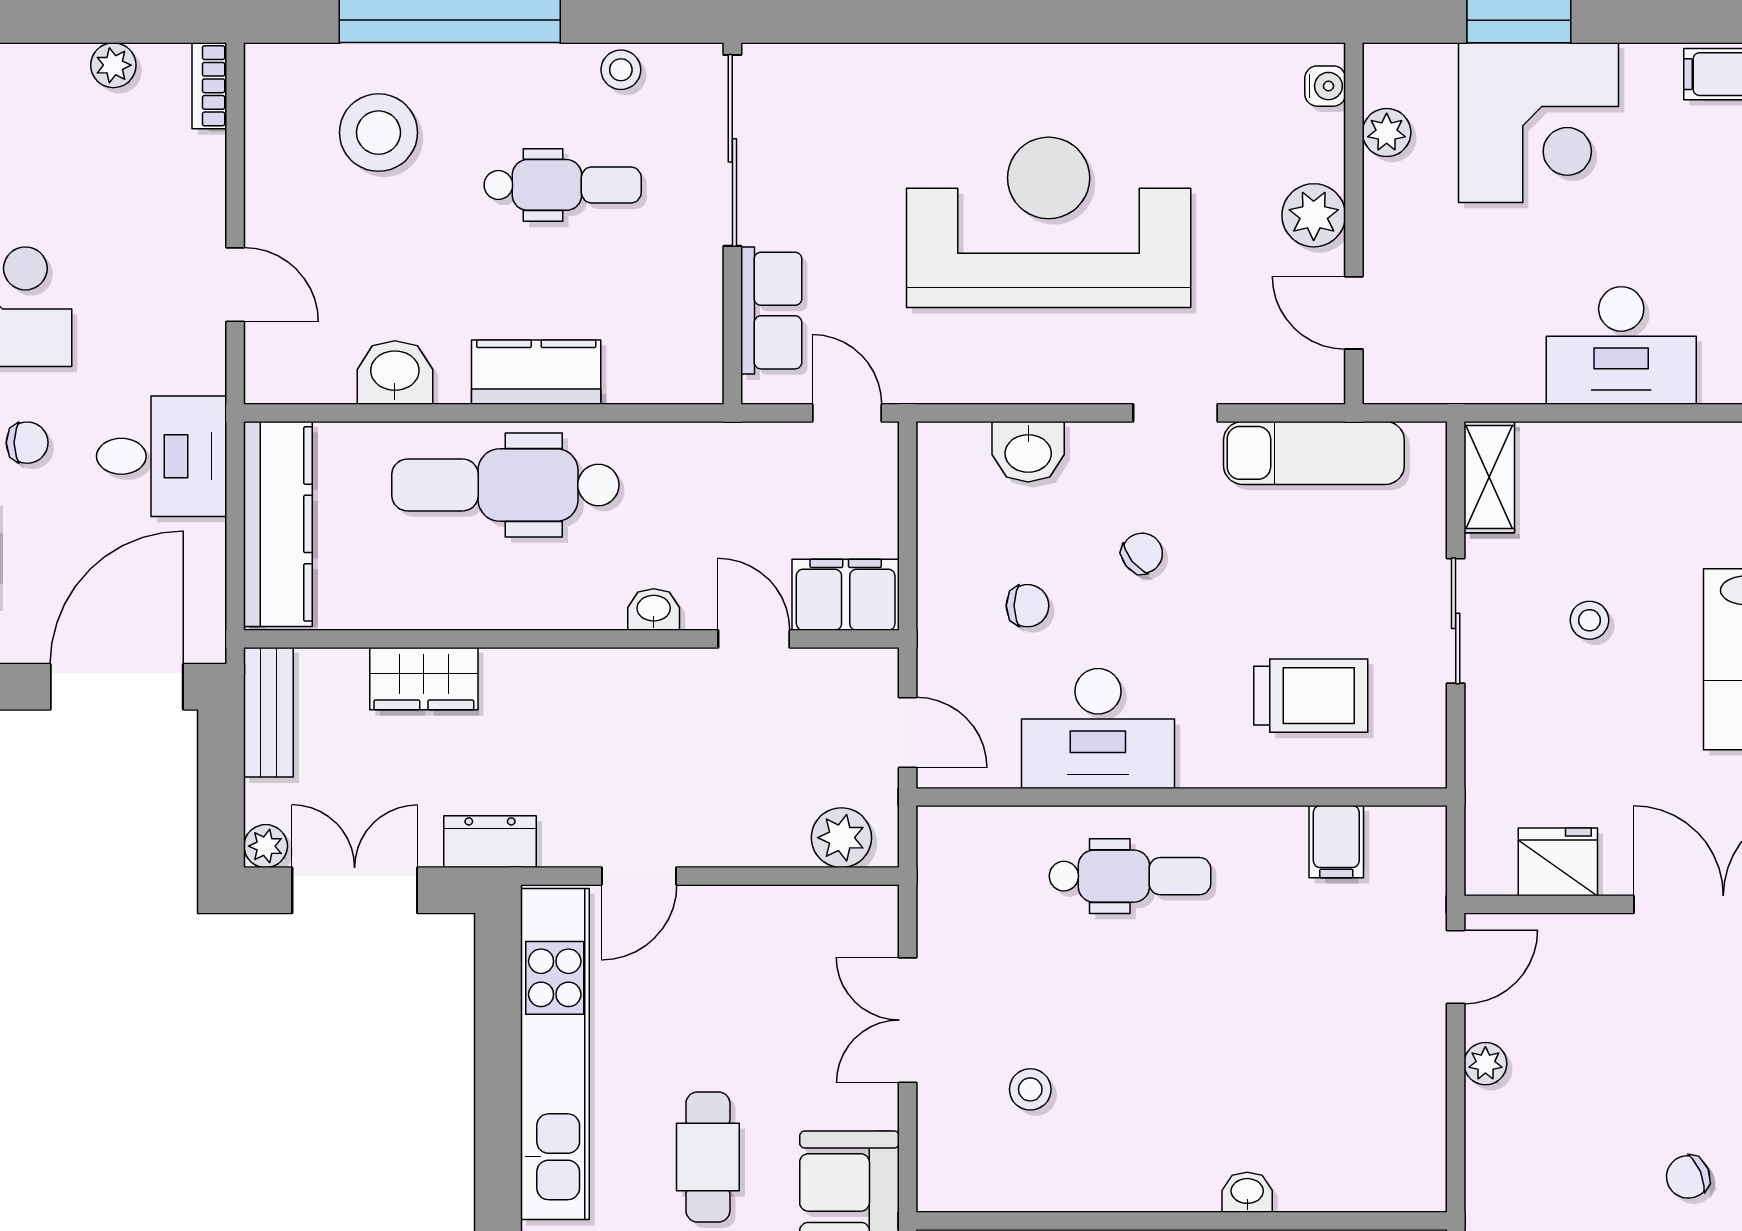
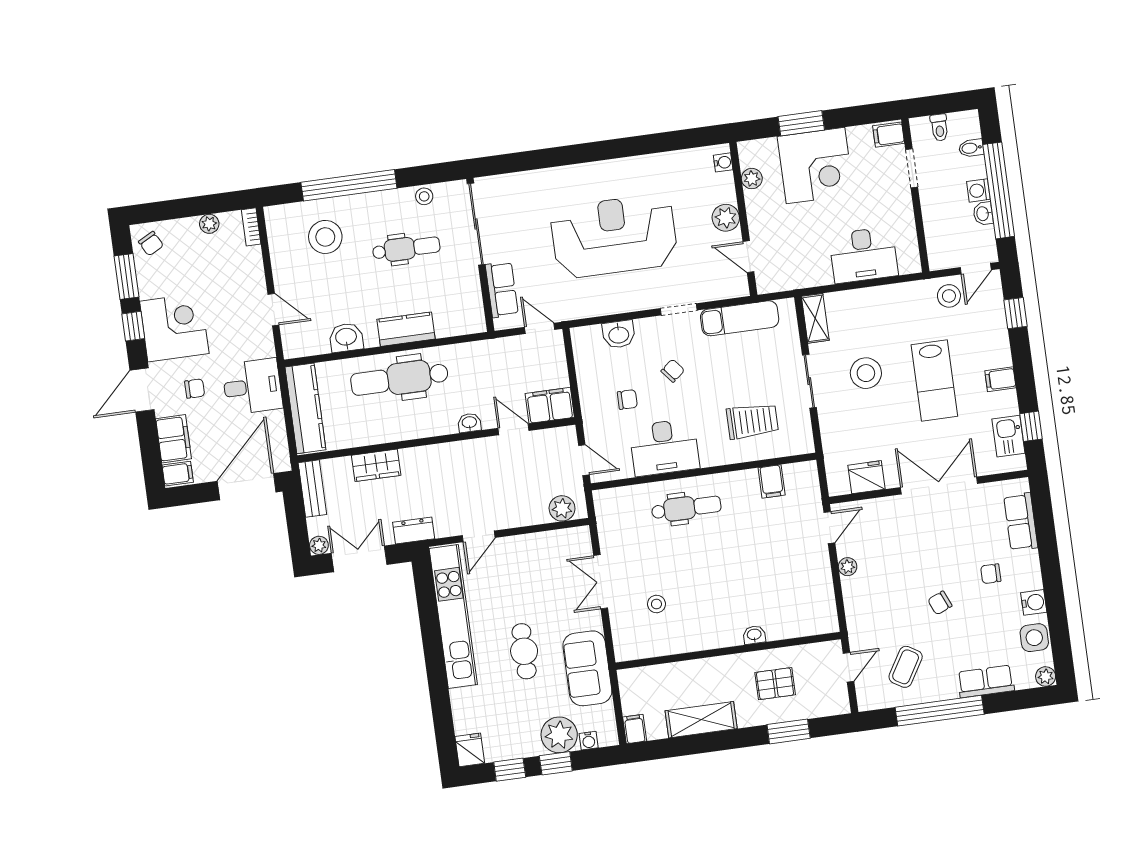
stool: (1589, 620) -> (866, 373), width x1.89, depth x1.89

